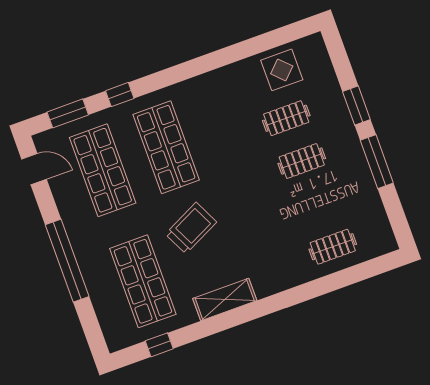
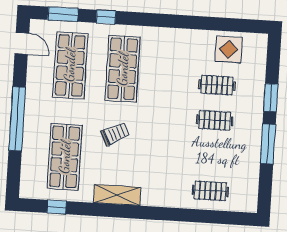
trolley: (191, 228) -> (115, 134), width x0.73, depth x0.72

